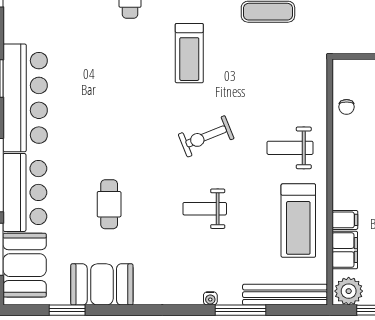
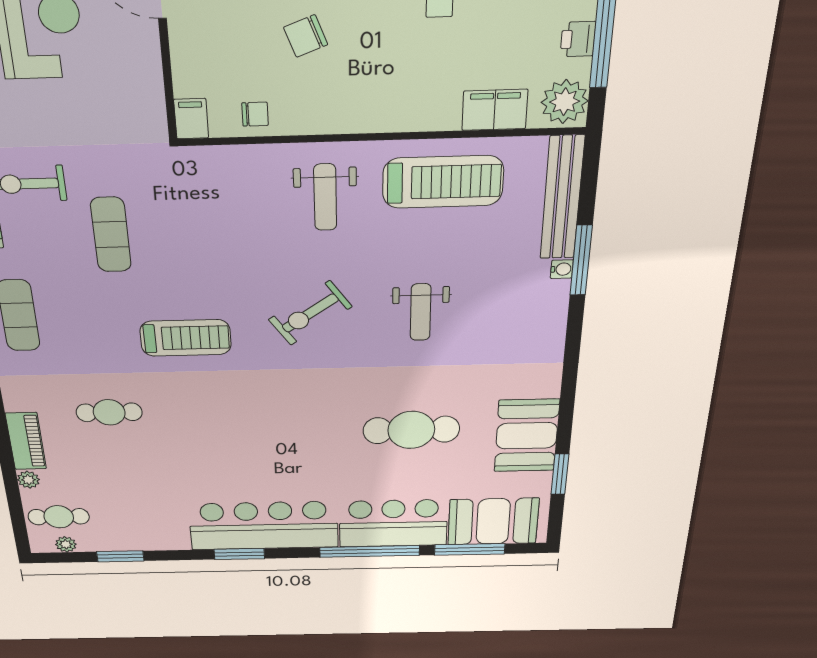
exercise bike: (206, 136) -> (310, 313), turned 77
cafe table: (109, 204) -> (411, 430), width x1.37, depth x1.35
filing cabinet: (345, 220) -> (191, 119), moved
water cooler: (210, 298) -> (562, 269), moved

